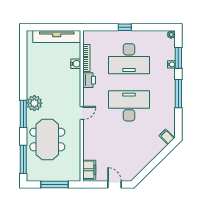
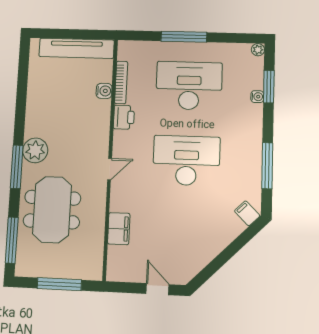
window: (125, 27) -> (184, 37), width x2.17
desk: (129, 59) -> (189, 86), turned 180
window: (178, 94) -> (267, 166), moved
filing cabinet: (89, 170) -> (119, 229), moved

